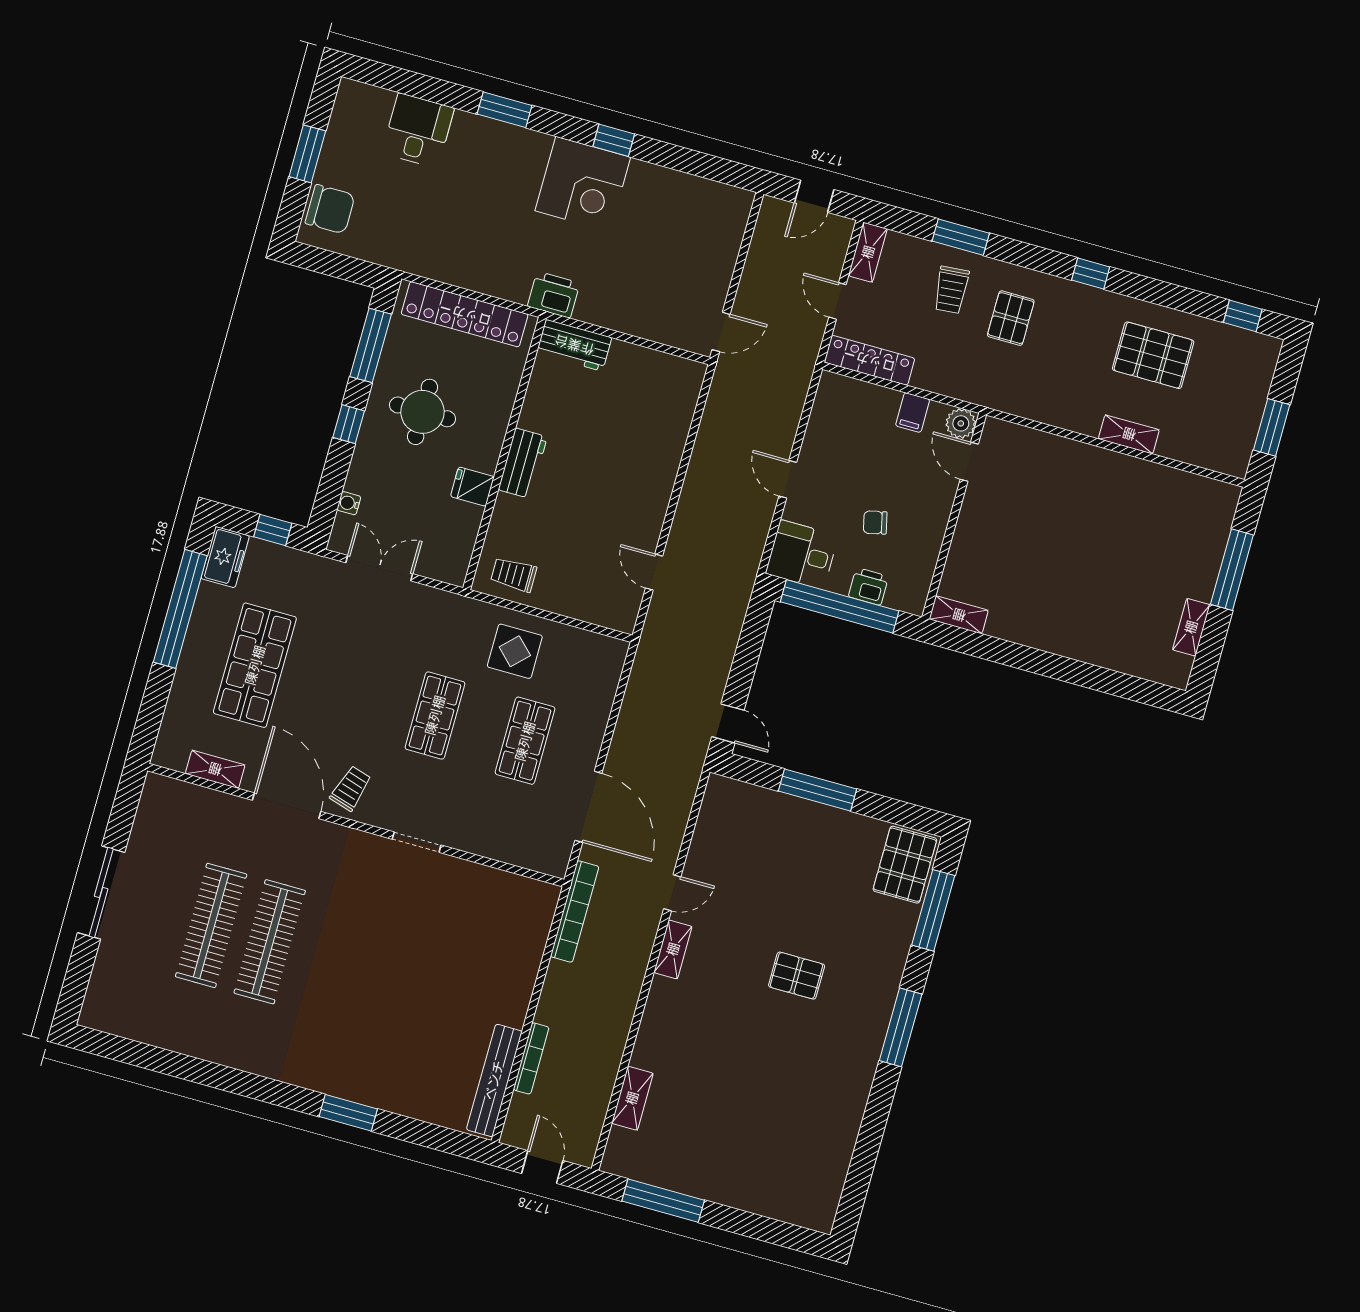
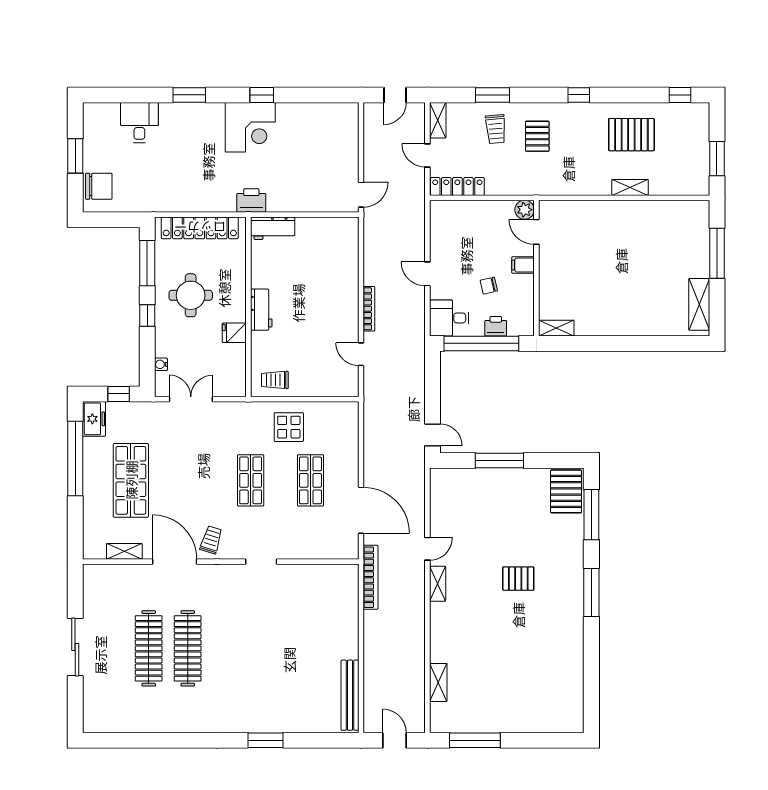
filing cabinet: (913, 413) -> (523, 265), moved, turned 90
shelving: (1191, 627) -> (699, 304), width x1.50, depth x1.33
bookcase: (531, 1058) -> (369, 309), moved

